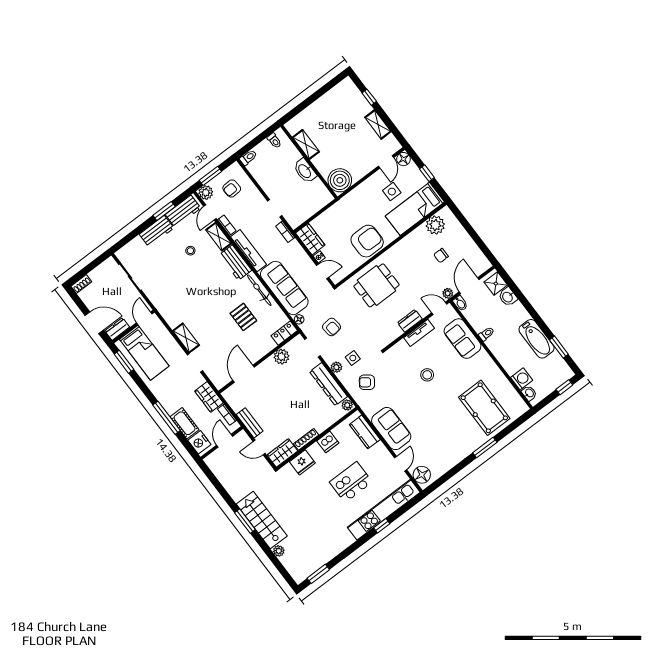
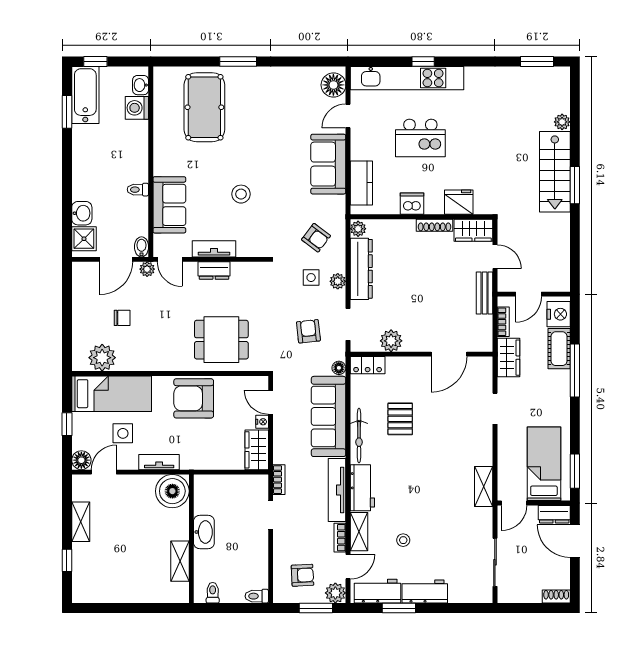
tv unit: (359, 191) -> (159, 462), added
shelving: (186, 338) -> (484, 487), moved
bathtub: (537, 339) -> (85, 95), moved

